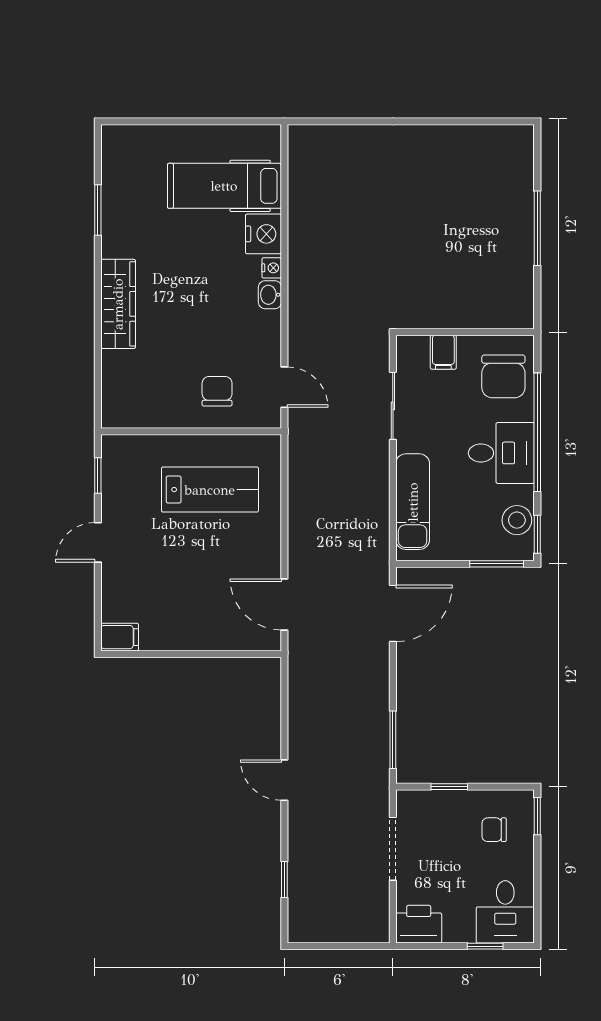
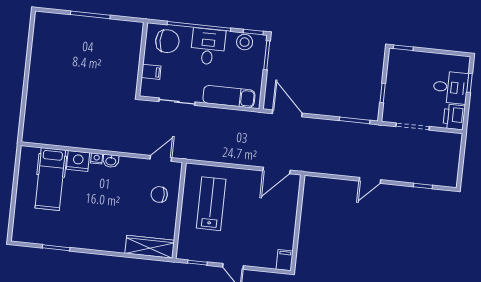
wardrobe: (118, 304) -> (150, 247), moved
chair: (494, 830) -> (408, 72), removed
desk: (505, 912) -> (451, 87), moved

